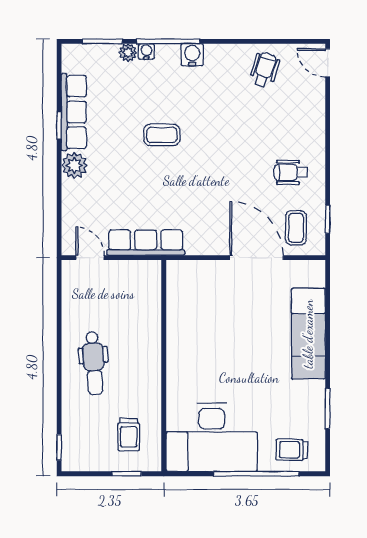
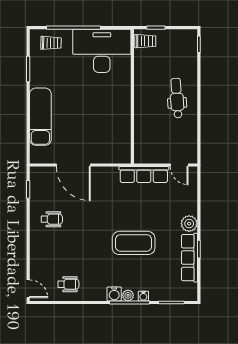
plant: (128, 52) -> (128, 295), moved
wheelchair: (264, 70) -> (68, 284), turned -107
coffee table: (162, 135) -> (134, 243), width x1.86, depth x1.72
coffee table: (296, 228) -> (48, 184), removed
trolley: (129, 435) -> (145, 41), moved, turned 90

